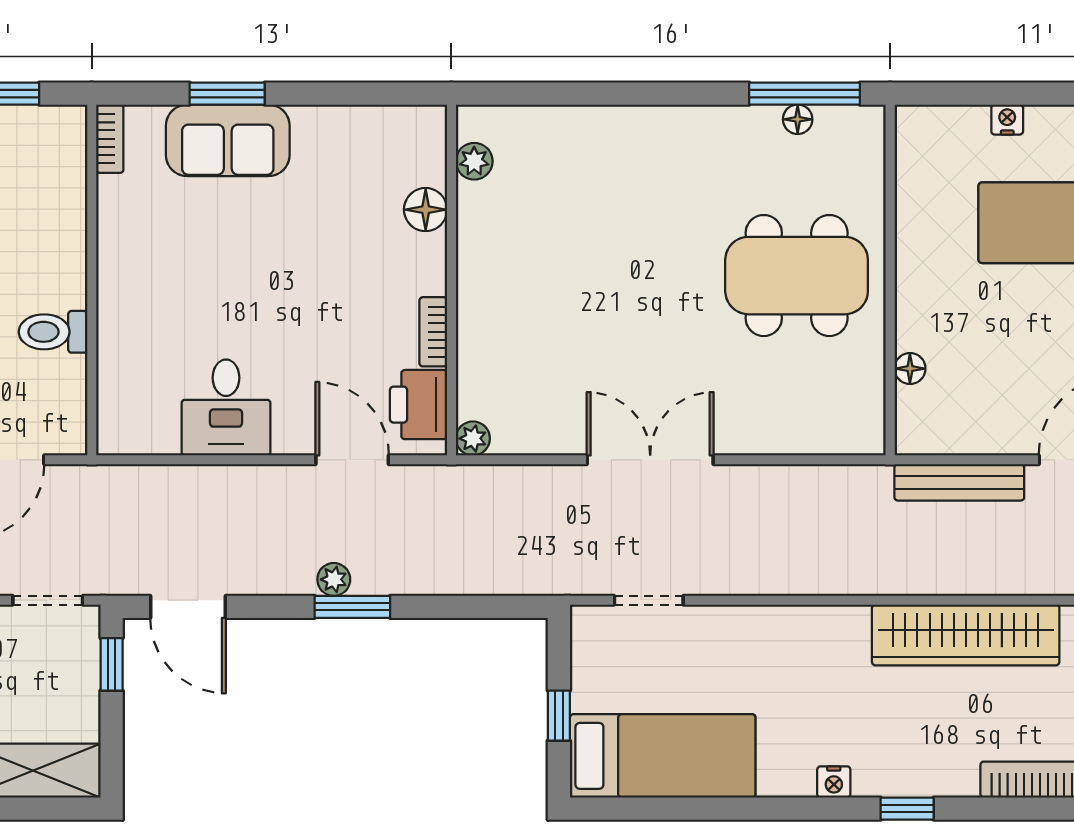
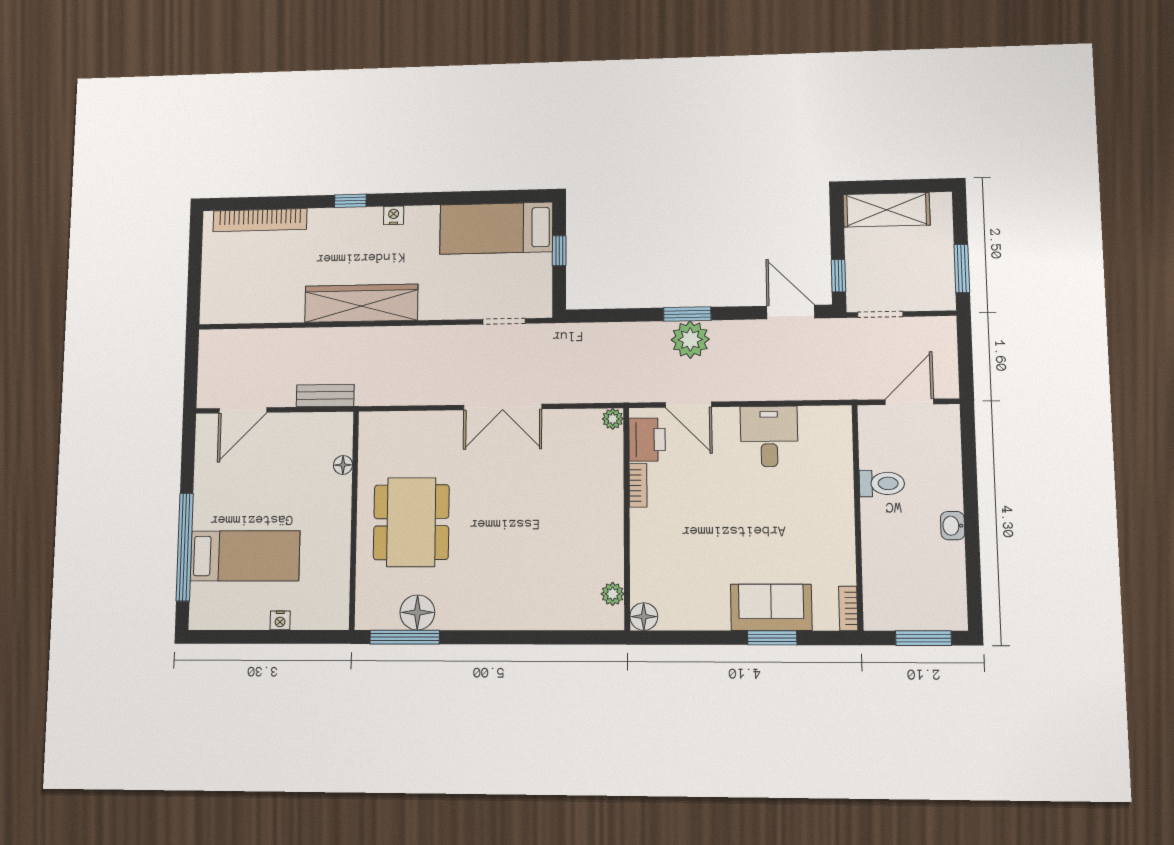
floor lamp: (798, 119) -> (417, 612), width x1.89, depth x1.89
floor lamp: (426, 210) -> (644, 617), moved
dining table: (797, 276) -> (411, 522), turned 90
bench: (959, 482) -> (325, 396), width x0.73
plant: (334, 579) -> (690, 340), width x1.87, depth x1.87
wardrobe: (966, 635) -> (361, 303), moved

